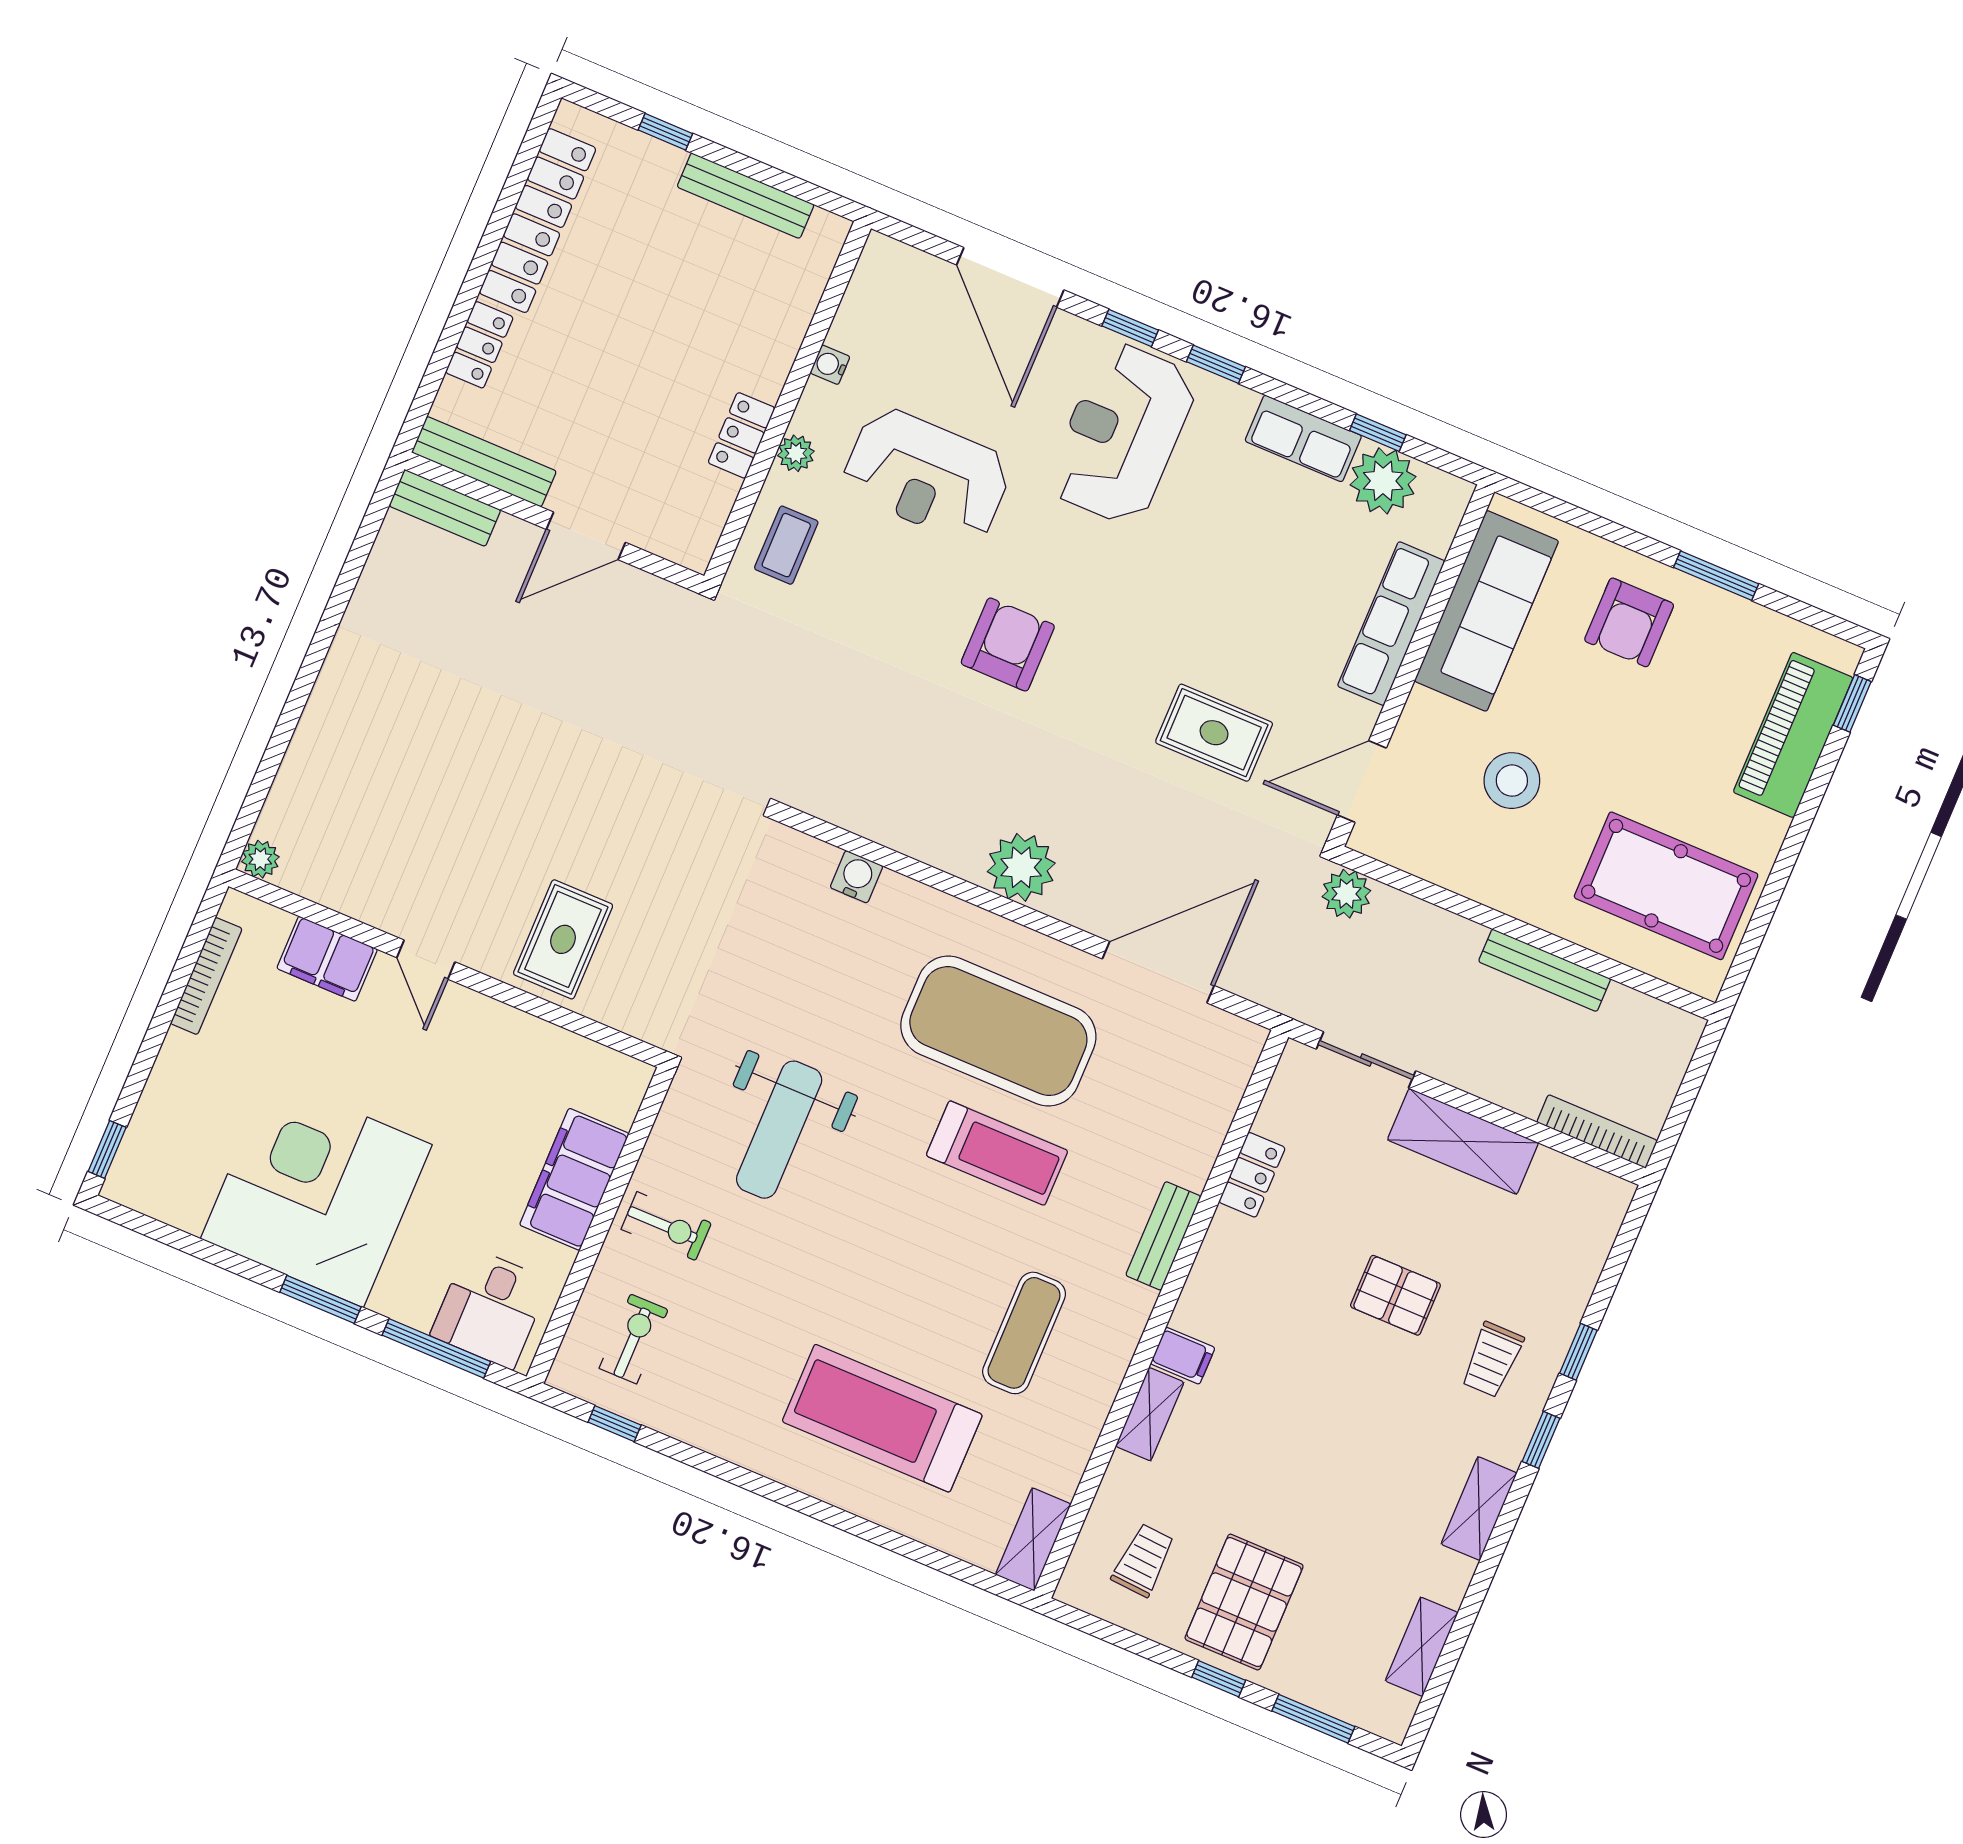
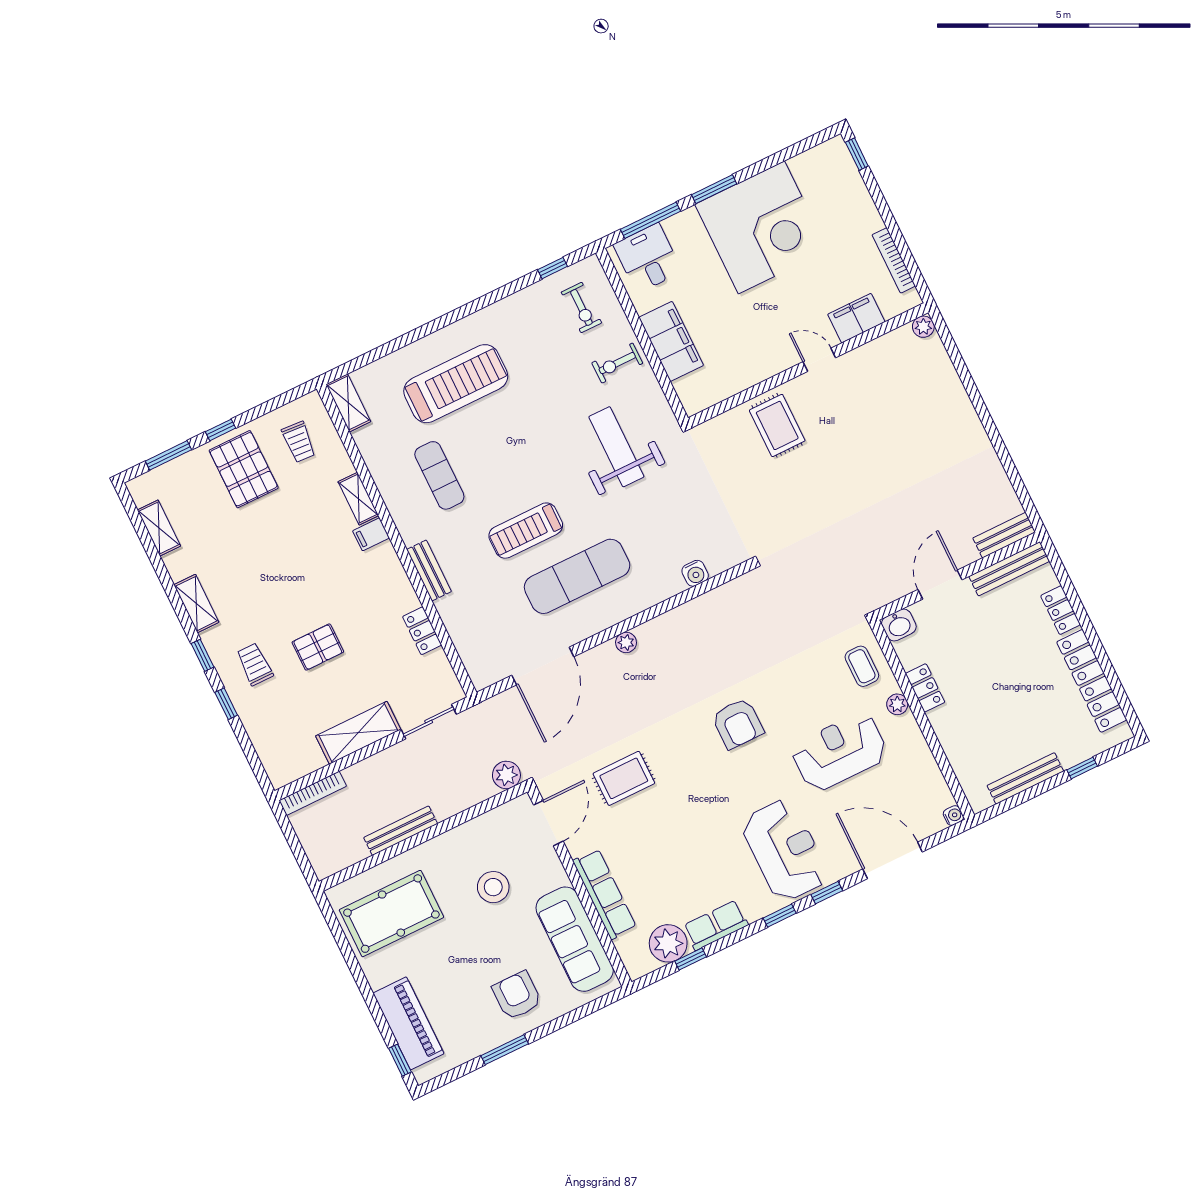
water cooler: (830, 365) -> (953, 815), moved
washbasin: (688, 544) -> (899, 625), added
plant: (1021, 867) -> (626, 642), width x0.53, depth x0.53
exercise mat: (998, 1031) -> (577, 576), width x0.68

